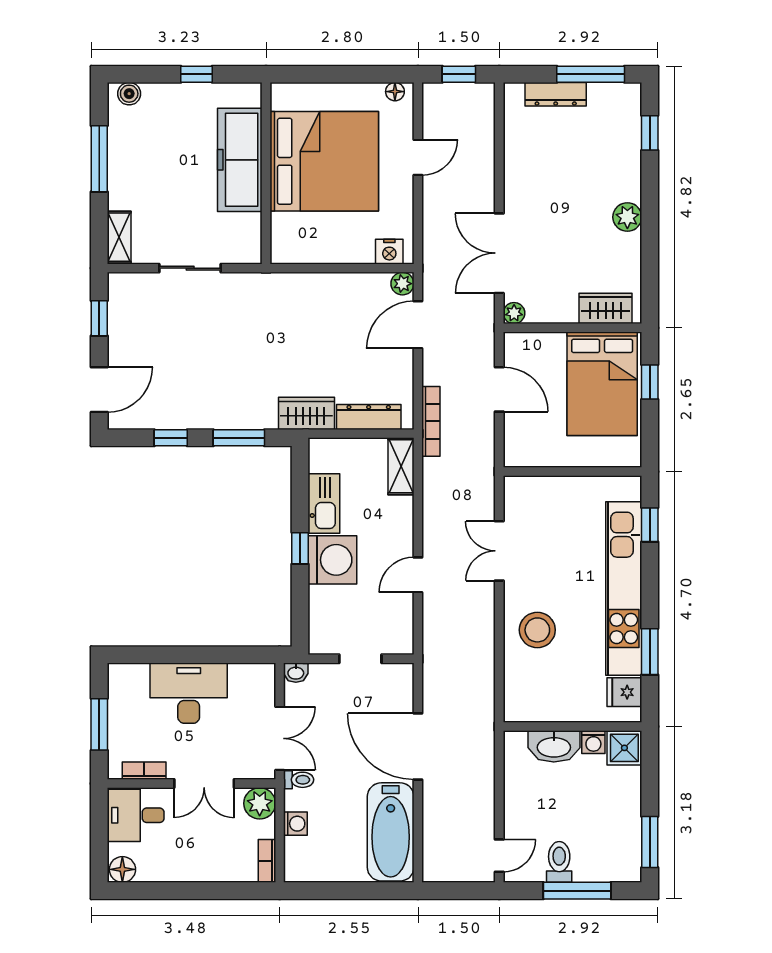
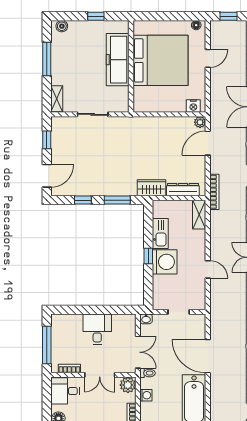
door: (418, 575) -> (208, 269), swing flipped
desk: (189, 693) -> (97, 329), width x0.73
window: (99, 724) -> (47, 345), width x1.44

